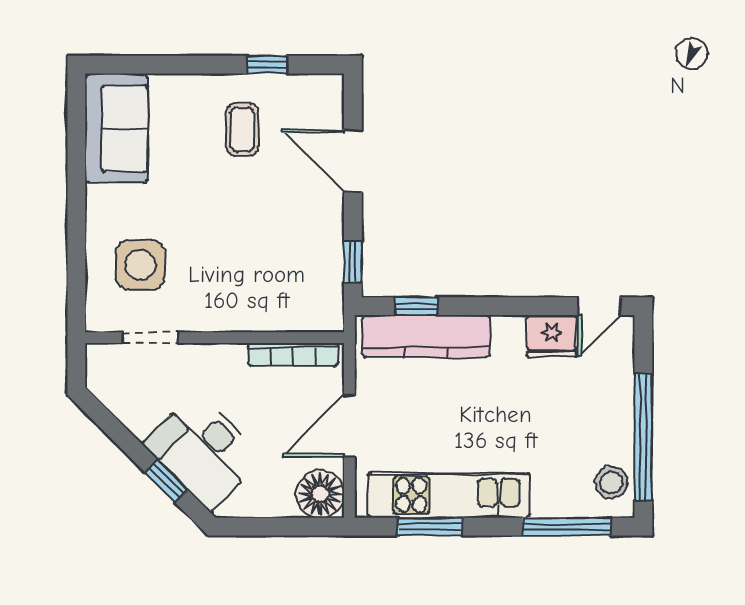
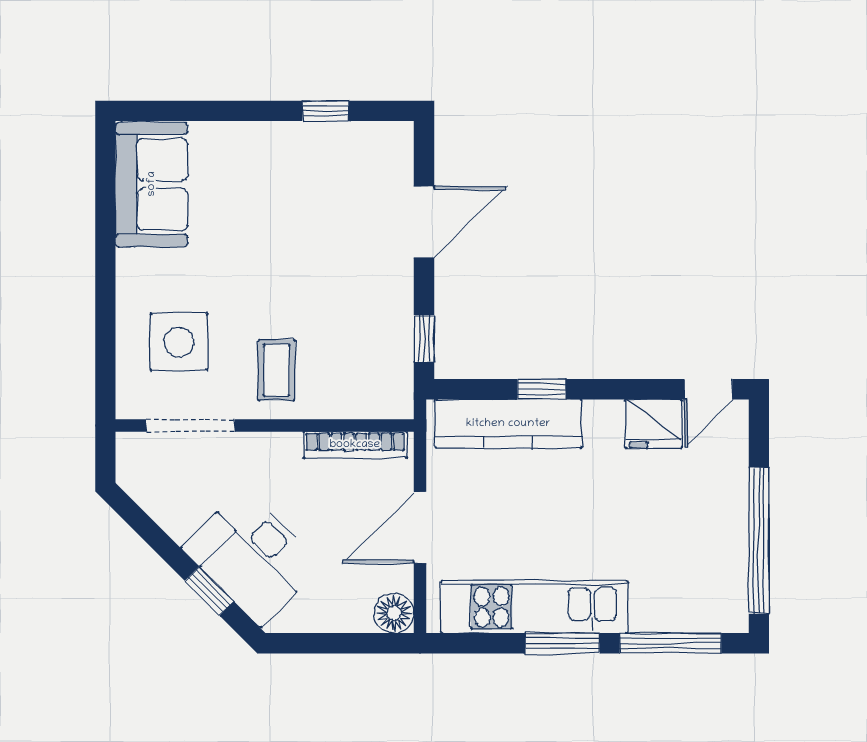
coffee table: (242, 129) -> (277, 370), moved
door: (353, 161) -> (424, 222), swing flipped
window: (416, 306) -> (542, 389), moved
doorway: (150, 338) -> (190, 425), width x1.38
stool: (611, 483) -> (722, 593), removed
floor lamp: (320, 494) -> (394, 613), width x0.73, depth x0.73
window: (430, 527) -> (562, 643), moved

